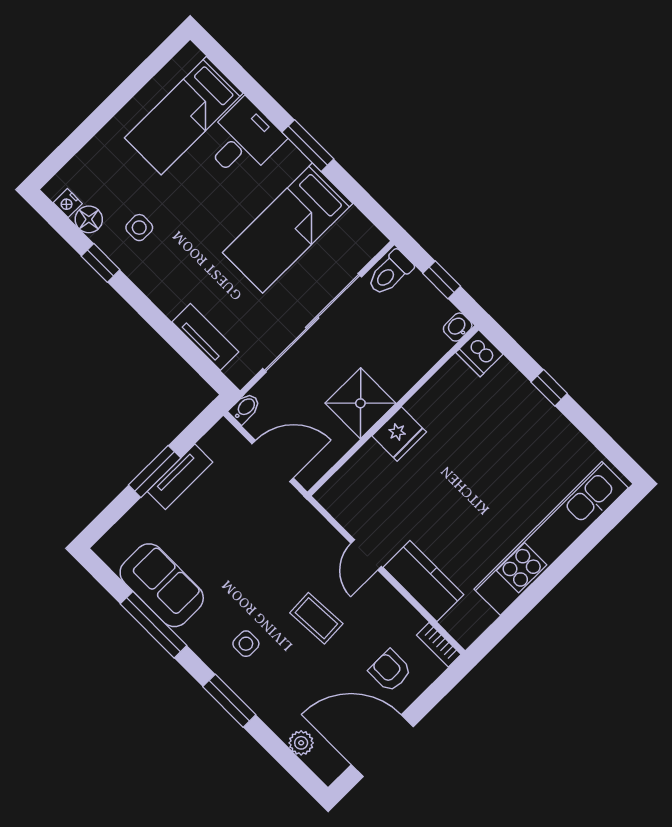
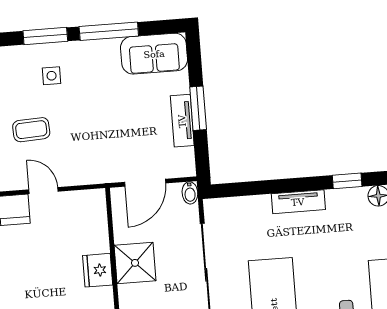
side table: (139, 228) -> (348, 221), removed
tv unit: (205, 337) -> (298, 202), moved
sofa: (162, 585) -> (154, 54), moved
window: (229, 701) -> (45, 36), moved

